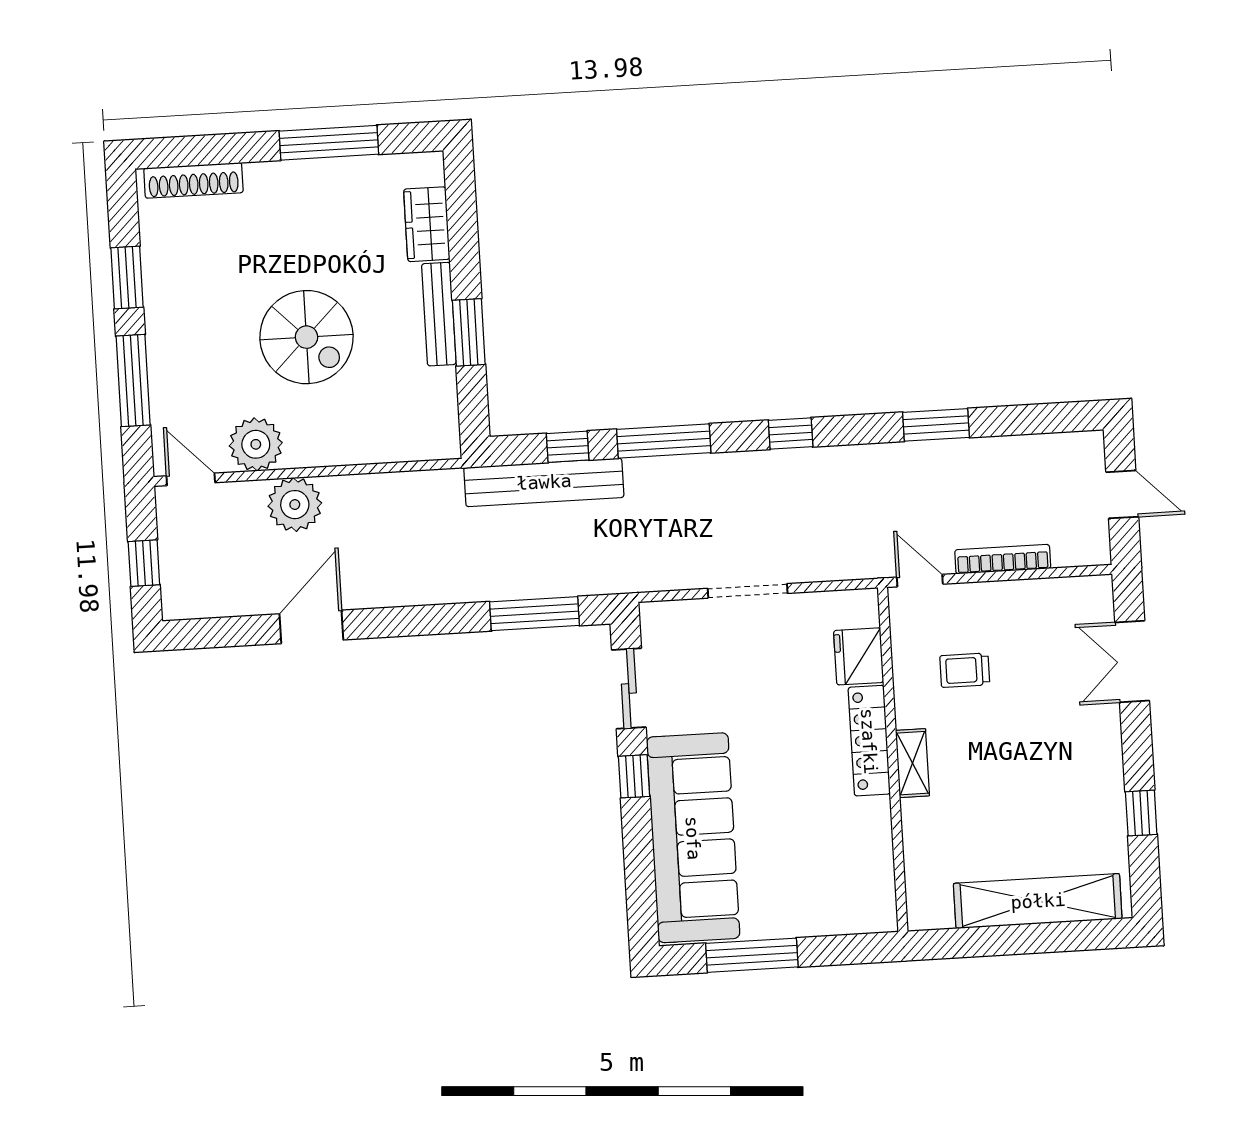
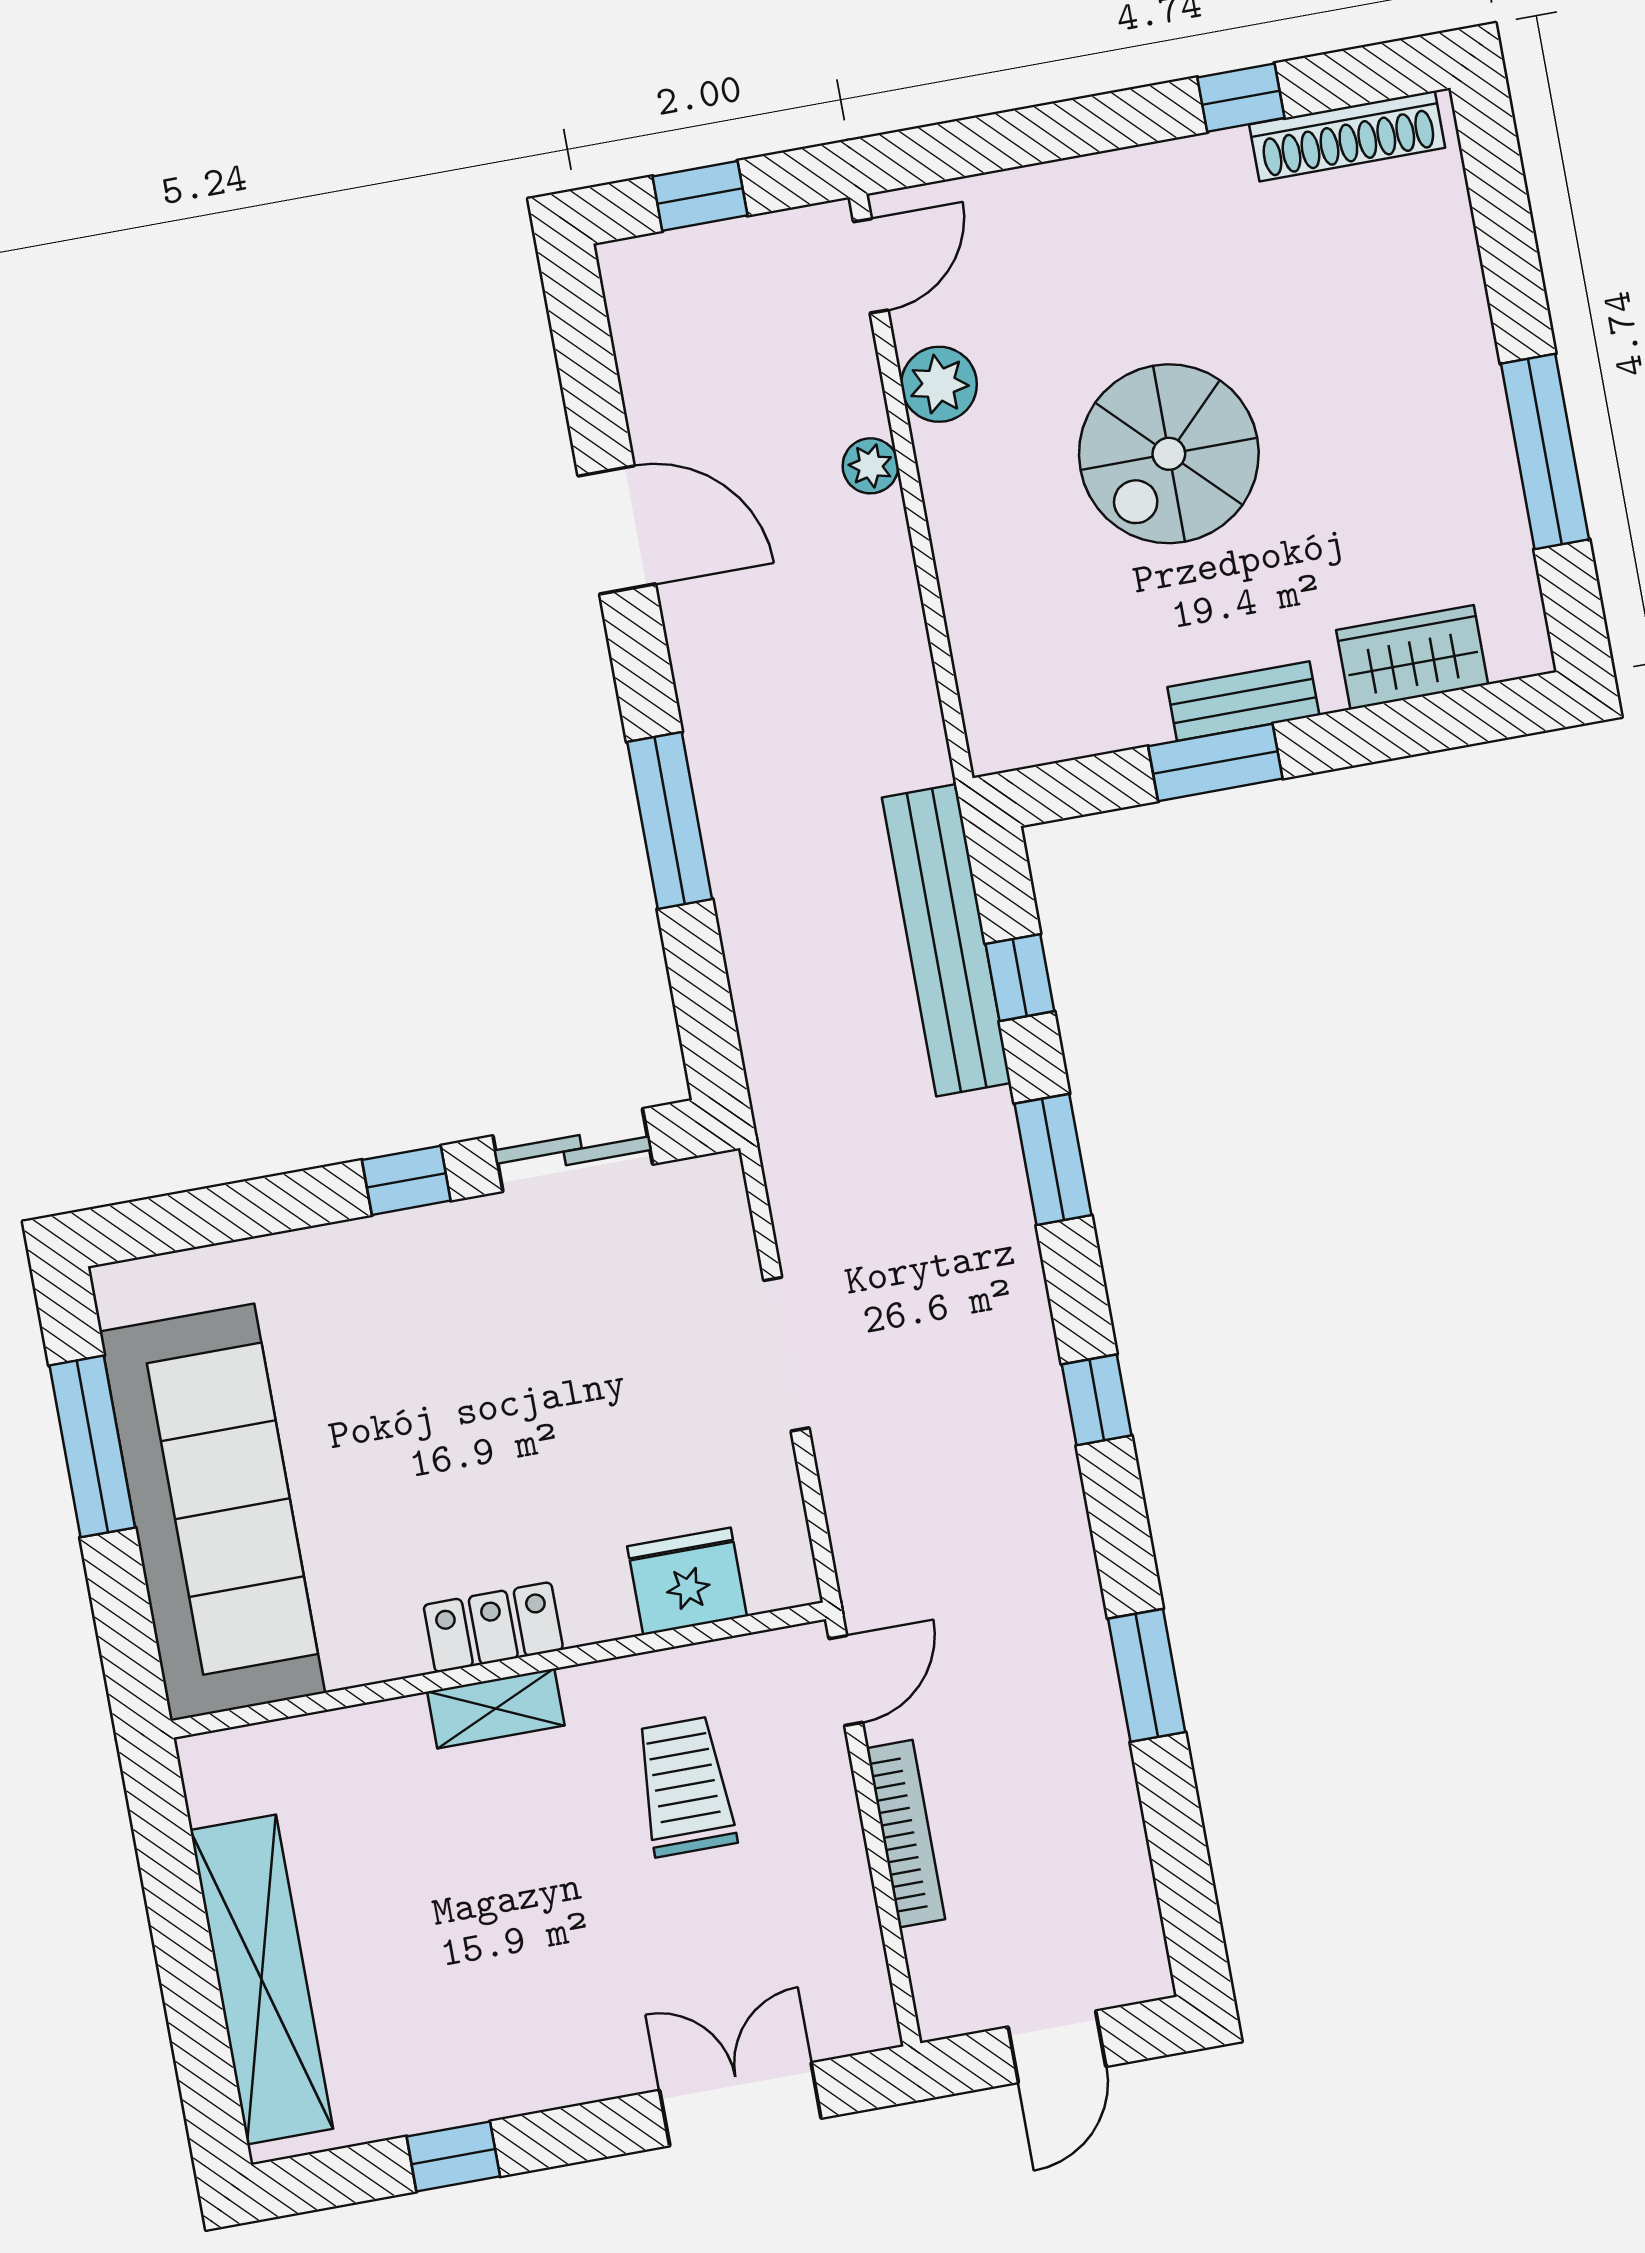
shoe rack: (193, 180) -> (1347, 136), moved, turned -90
window: (127, 278) -> (1241, 98), width x0.67
bench: (439, 314) -> (1243, 701), width x0.73
window: (133, 381) -> (1046, 133), removed
window: (664, 441) -> (1053, 1159), width x0.69
plant: (256, 444) -> (939, 384), width x0.73, depth x0.73
plant: (295, 505) -> (870, 466), width x0.53, depth x0.53
window: (535, 614) -> (670, 820), moved
trolley: (965, 670) -> (685, 1787), width x1.36, depth x1.39
locker: (869, 741) -> (493, 1627), width x0.66
sofa: (693, 838) -> (212, 1512), moved, turned -90

